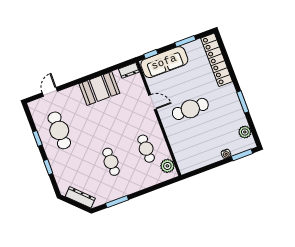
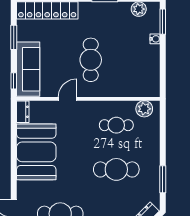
booth: (99, 88) -> (36, 152), width x1.36, depth x1.42
cafe table: (111, 162) -> (116, 169), width x1.37, depth x1.35

